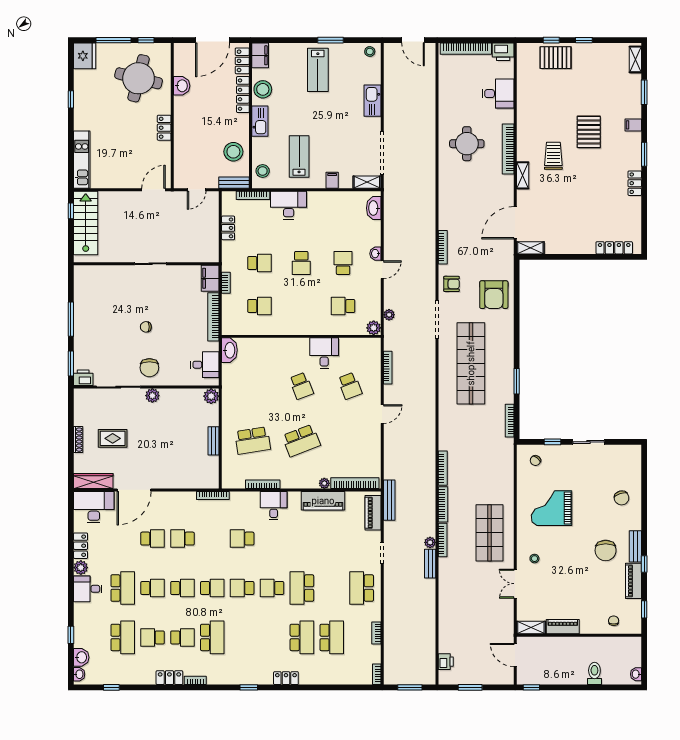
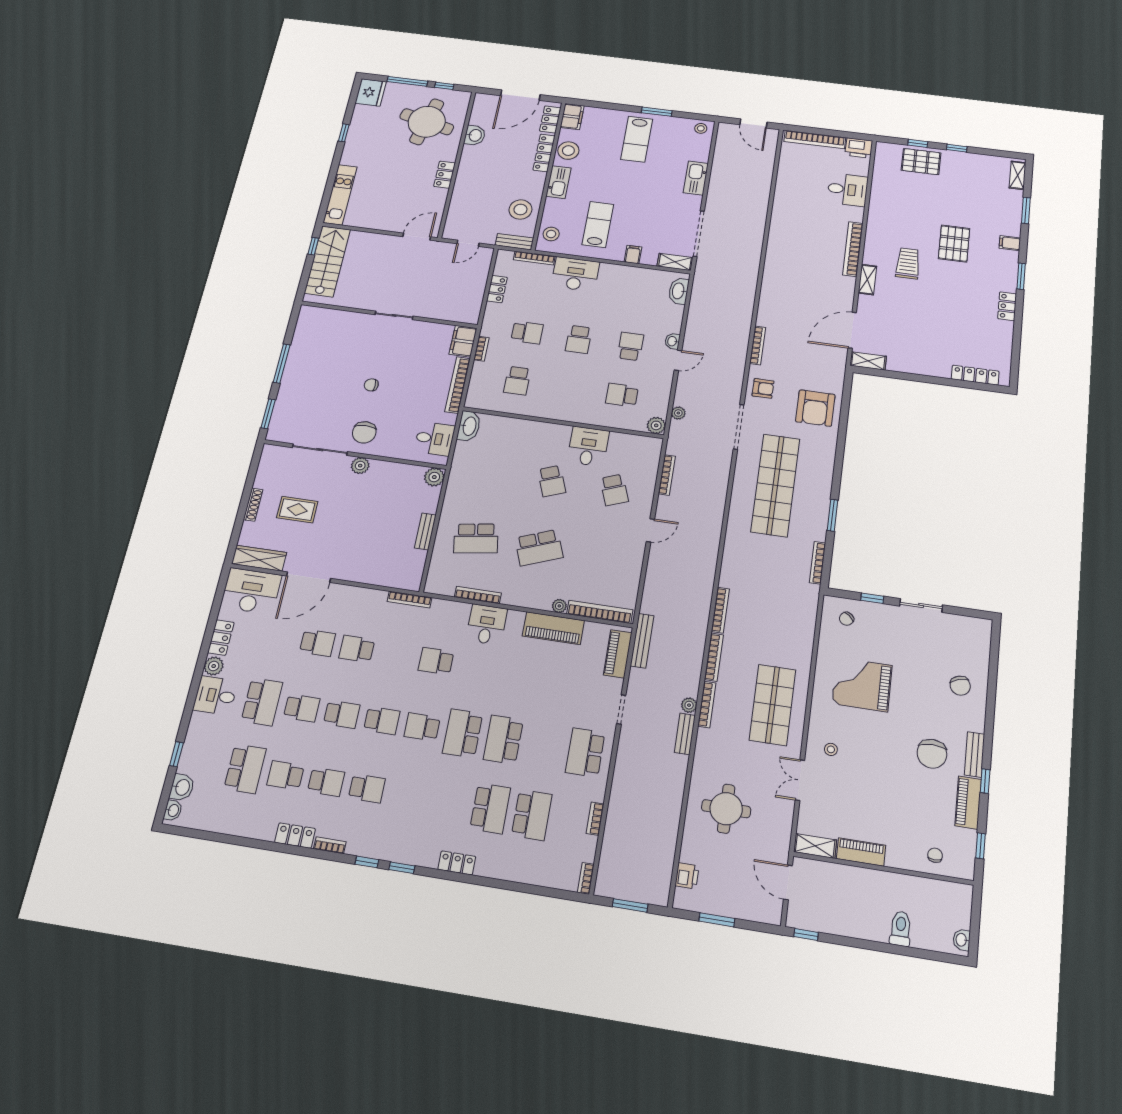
round table: (467, 144) -> (726, 809), moved
school desk: (259, 306) -> (517, 381), turned 90
printer: (83, 378) -> (279, 432), removed
school desk: (272, 588) -> (463, 733), width x1.85
school desk: (212, 637) -> (367, 788), width x0.54
window: (111, 687) -> (367, 862), moved

